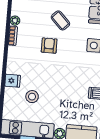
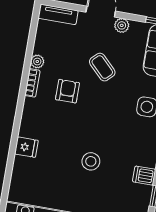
armchair: (49, 46) -> (67, 91), moved
stool: (32, 97) -> (91, 161), moved

